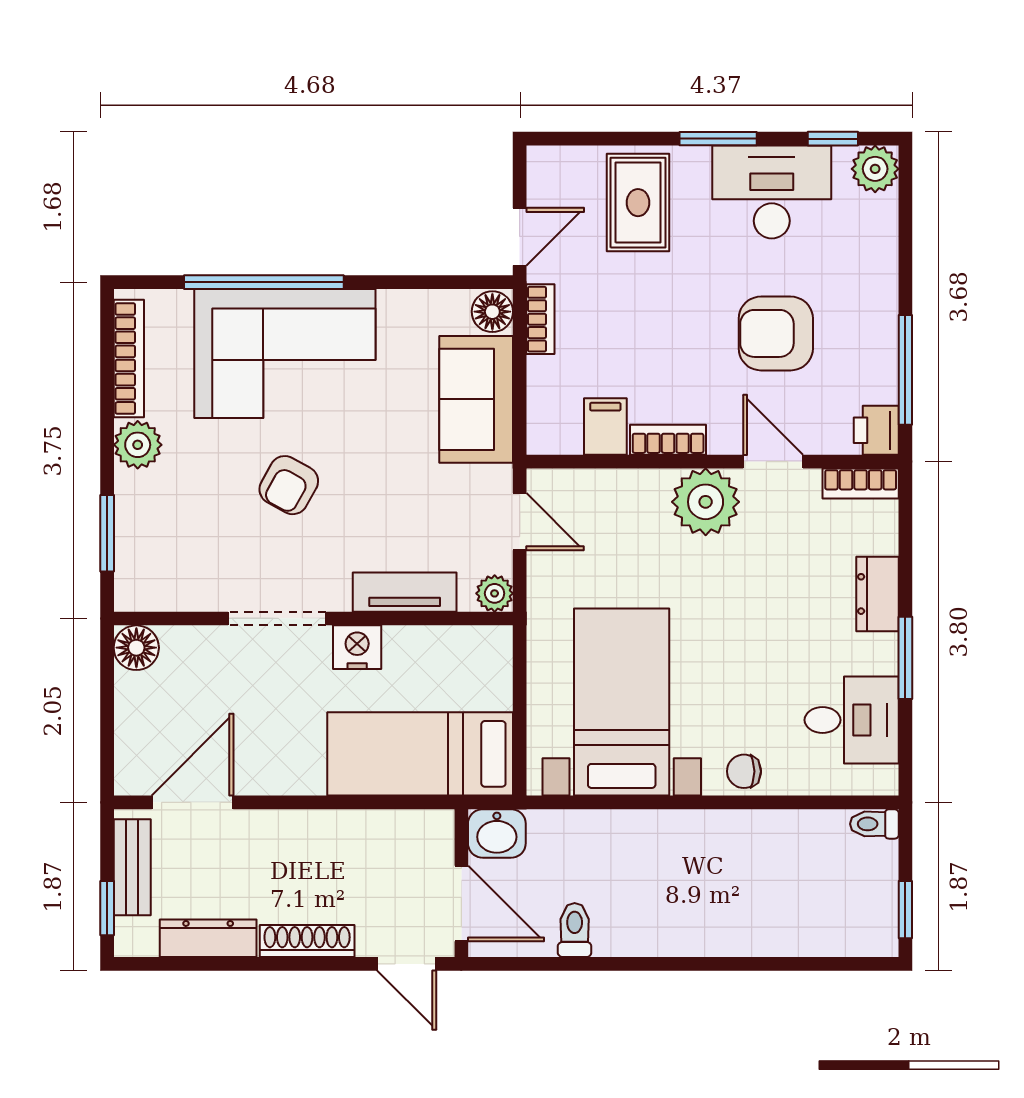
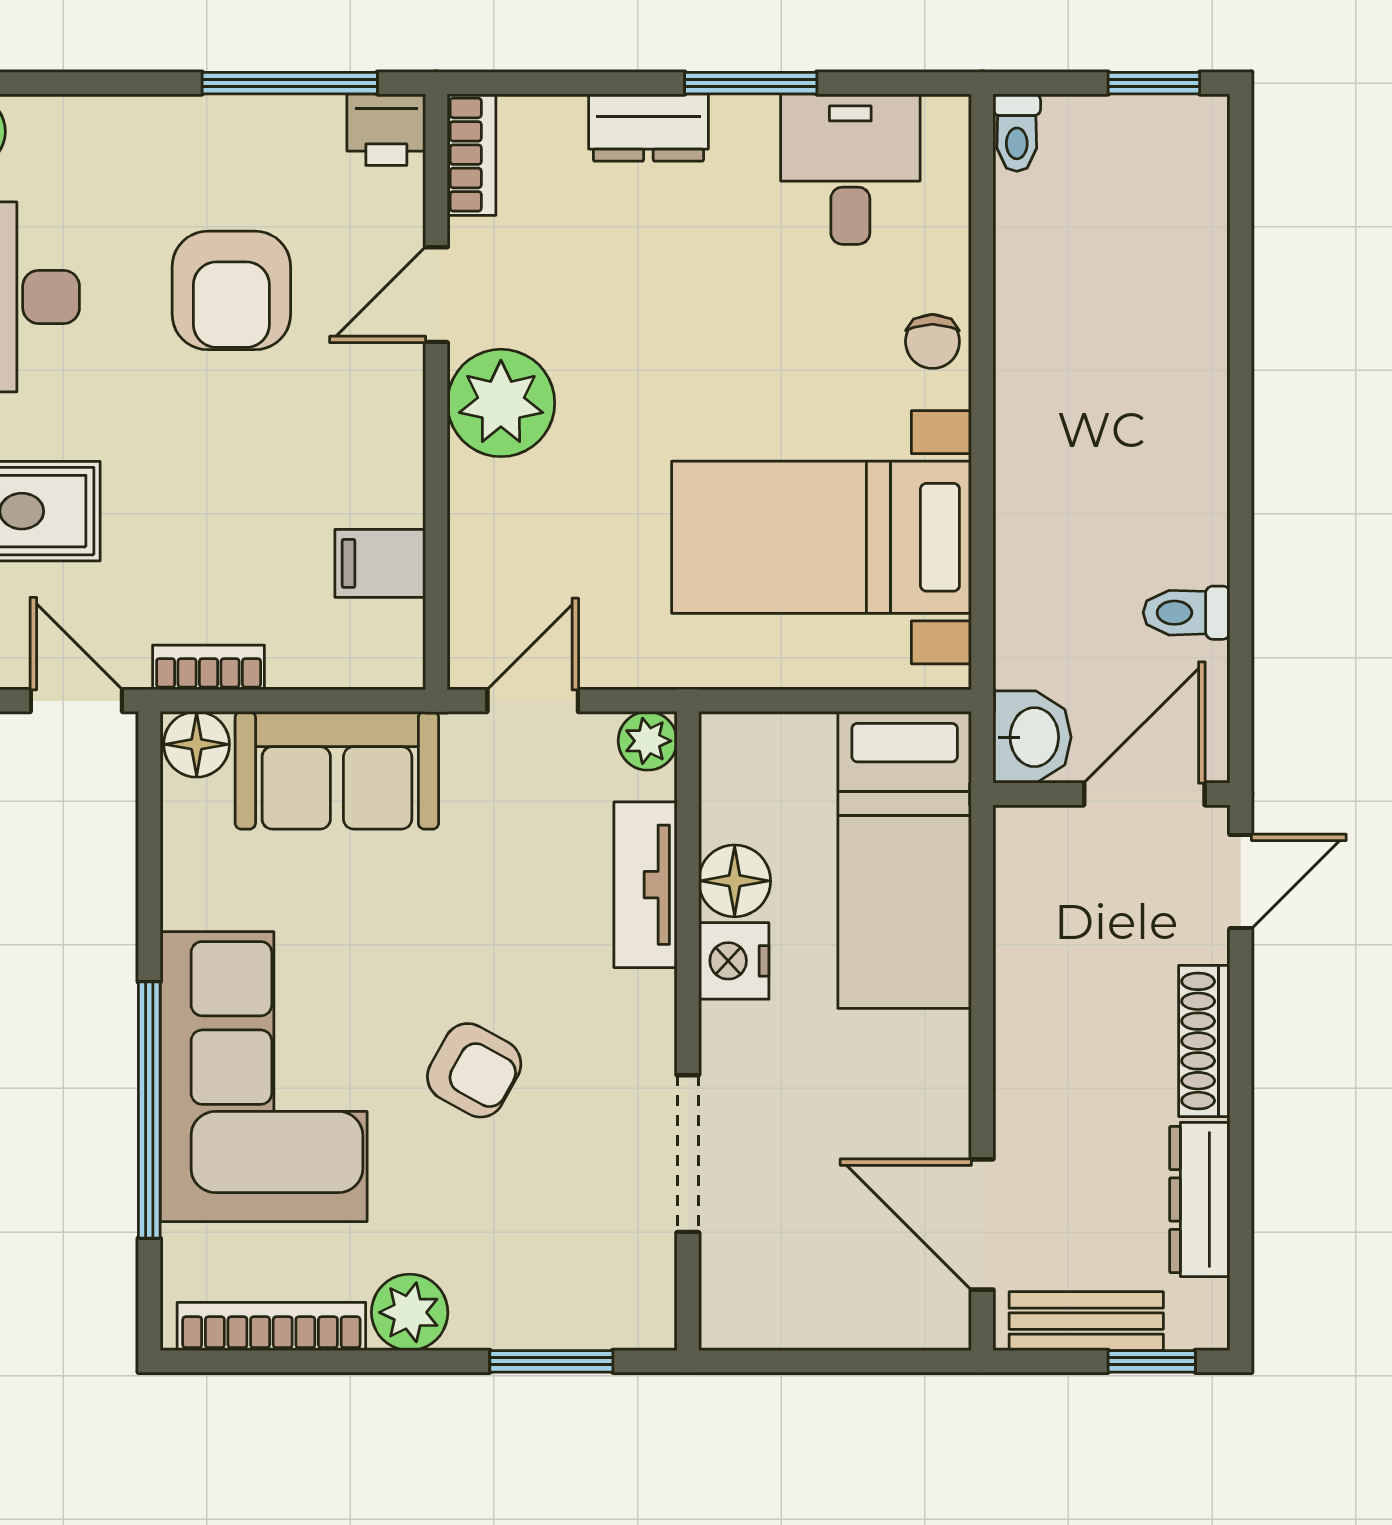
bookcase: (668, 440) -> (401, 463), removed
doorway: (277, 618) -> (688, 1154), moved
floor lamp: (136, 648) -> (735, 881), moved

